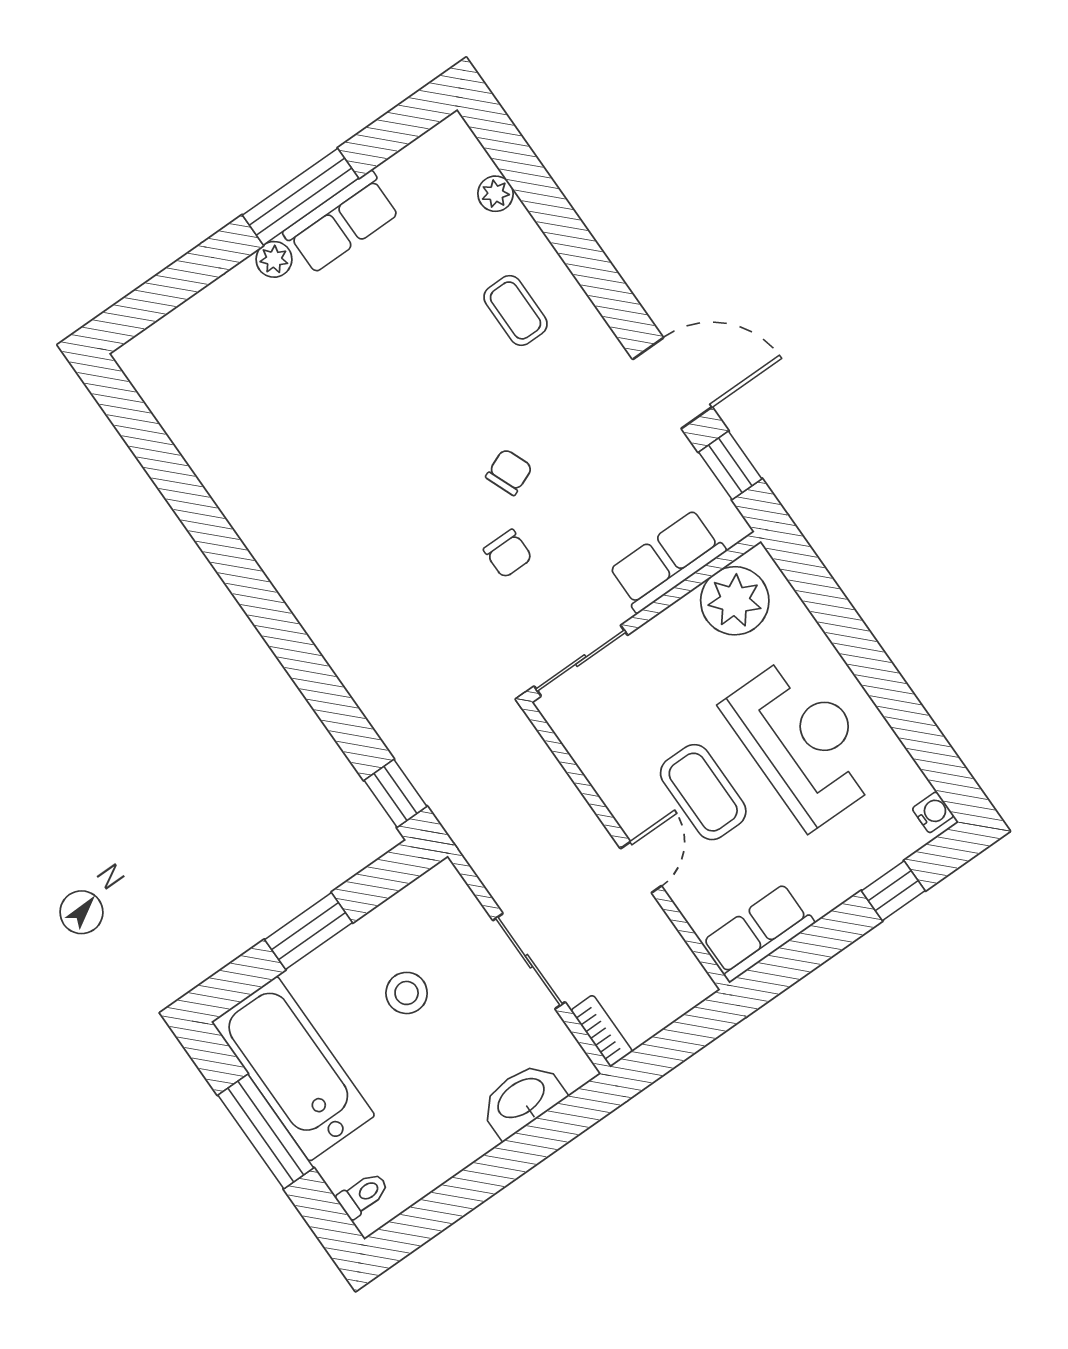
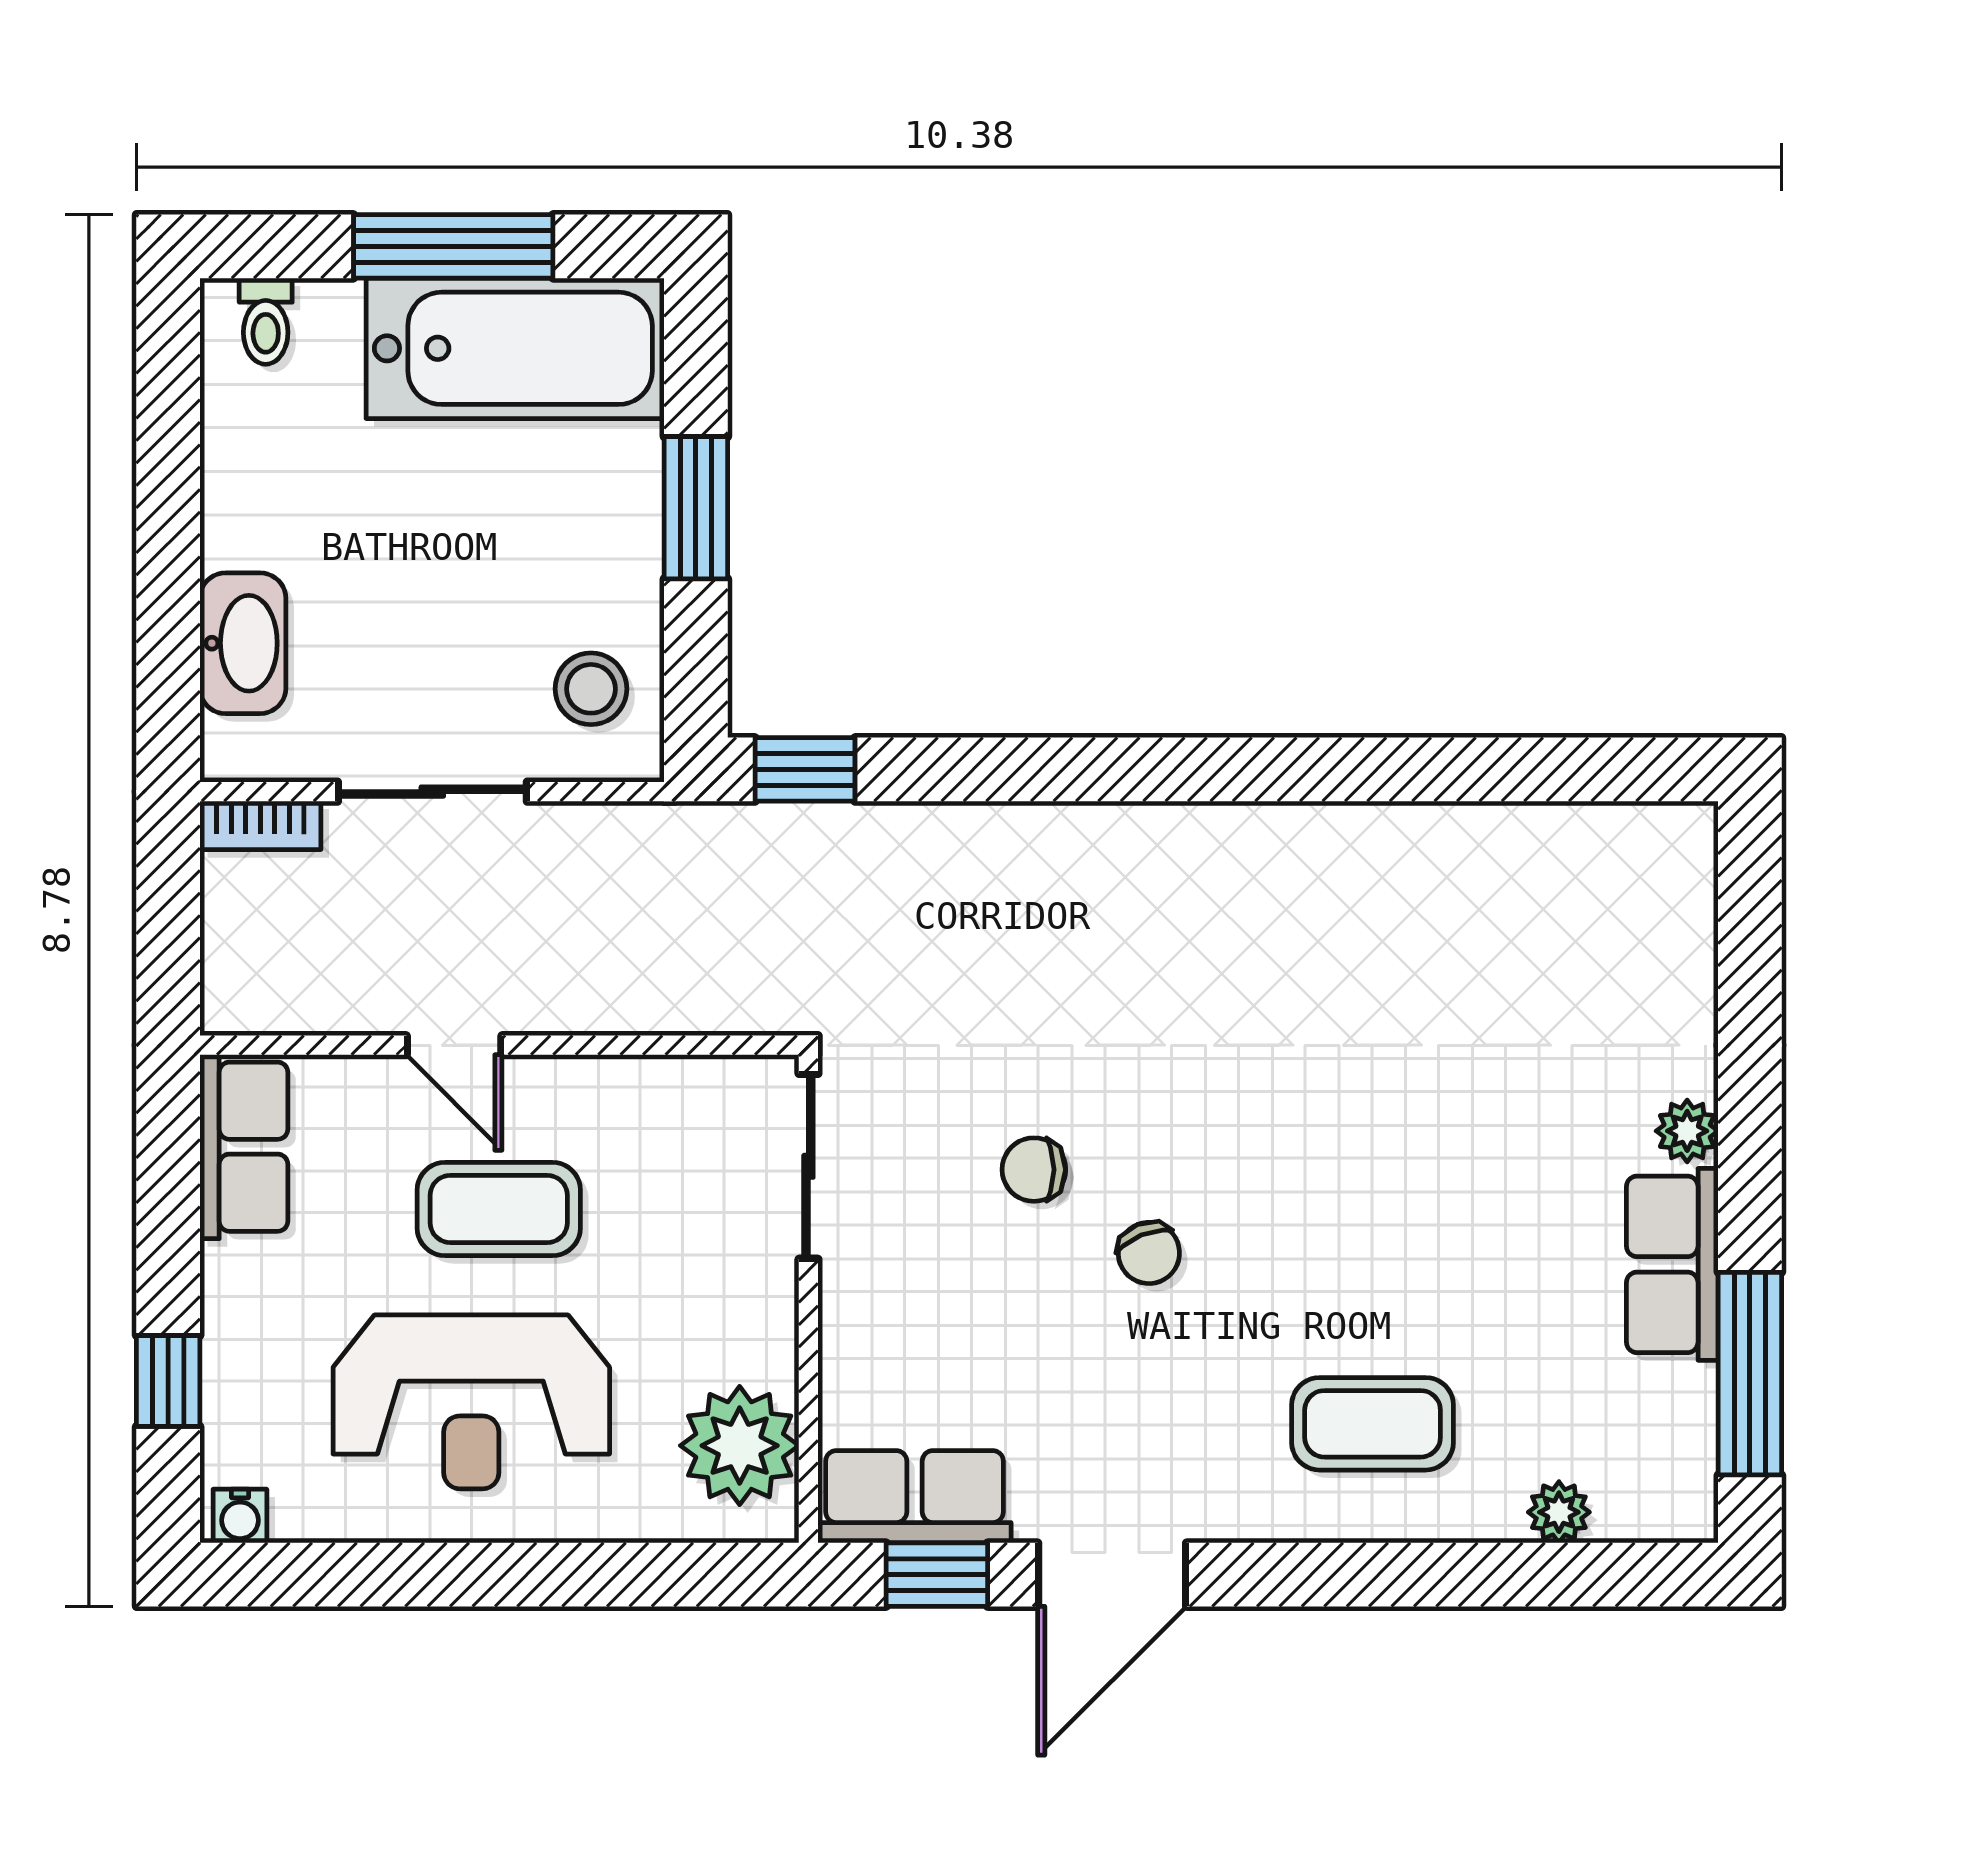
window: (300, 197) -> (1750, 1374), moved
coffee table: (516, 310) -> (1373, 1424), width x1.36, depth x1.30
row of seats: (667, 561) -> (915, 1497), moved, turned -90
stool: (407, 993) -> (591, 689), moved

